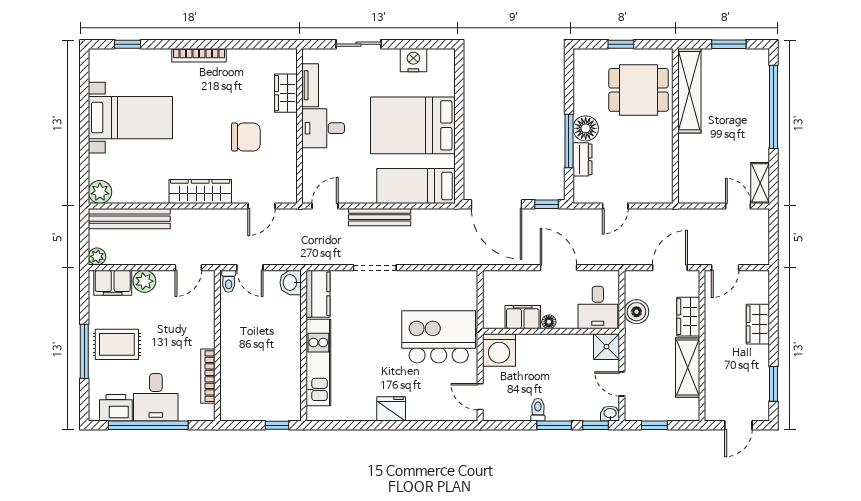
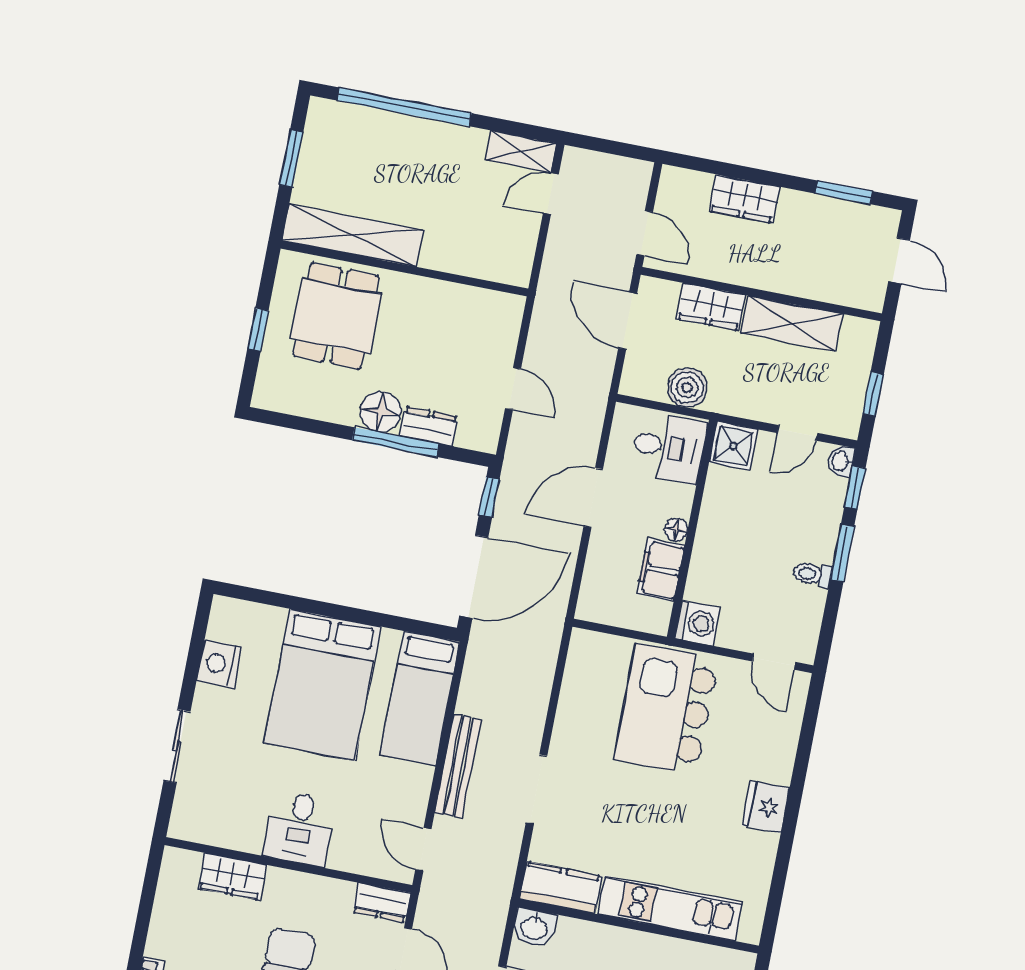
tv unit: (310, 85) -> (227, 835), removed
dresser: (288, 187) -> (382, 903), added
washing machine: (499, 350) -> (697, 623), width x0.73, depth x0.73
door: (480, 397) -> (774, 662), hinge flipped

